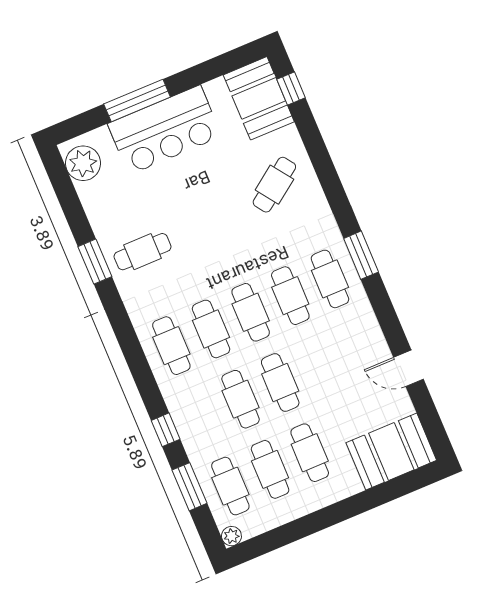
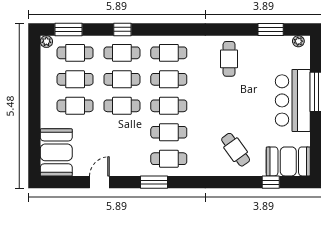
window: (291, 89) -> (271, 182), moved
plant: (83, 163) -> (298, 41), width x0.53, depth x0.53
window: (361, 255) -> (154, 182), moved
window: (95, 262) -> (271, 29), moved
cafe table: (201, 416) -> (122, 53), added
window: (190, 487) -> (69, 29), moved

